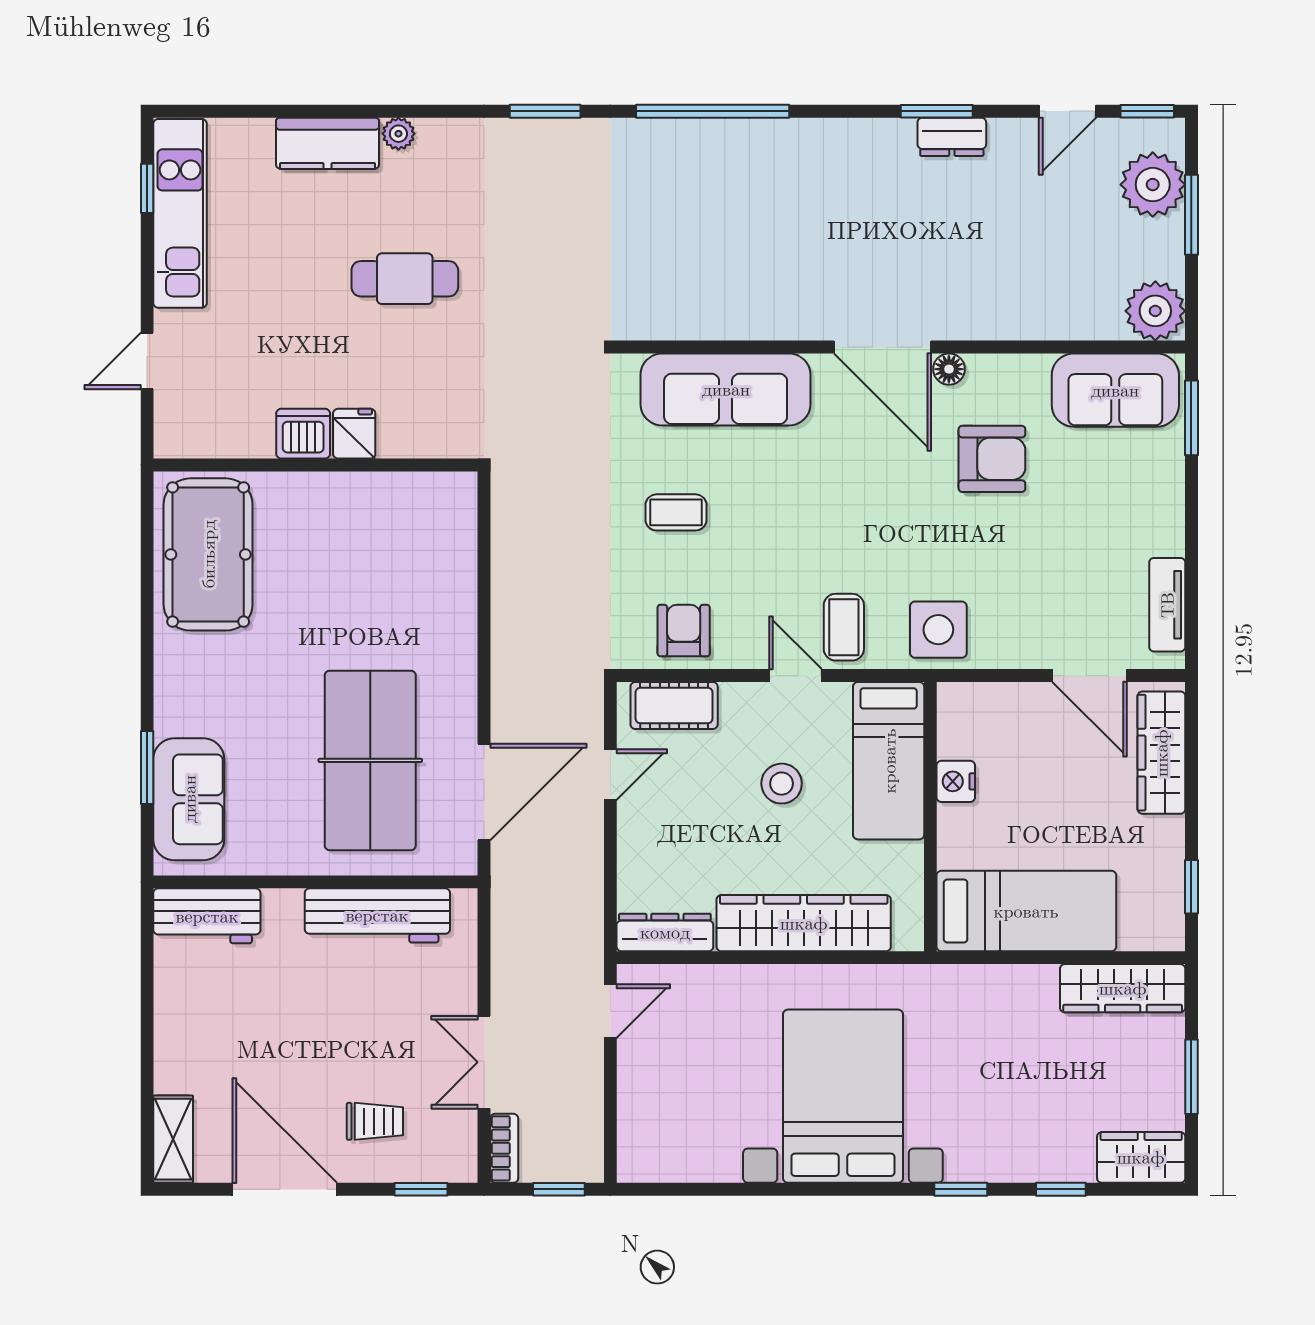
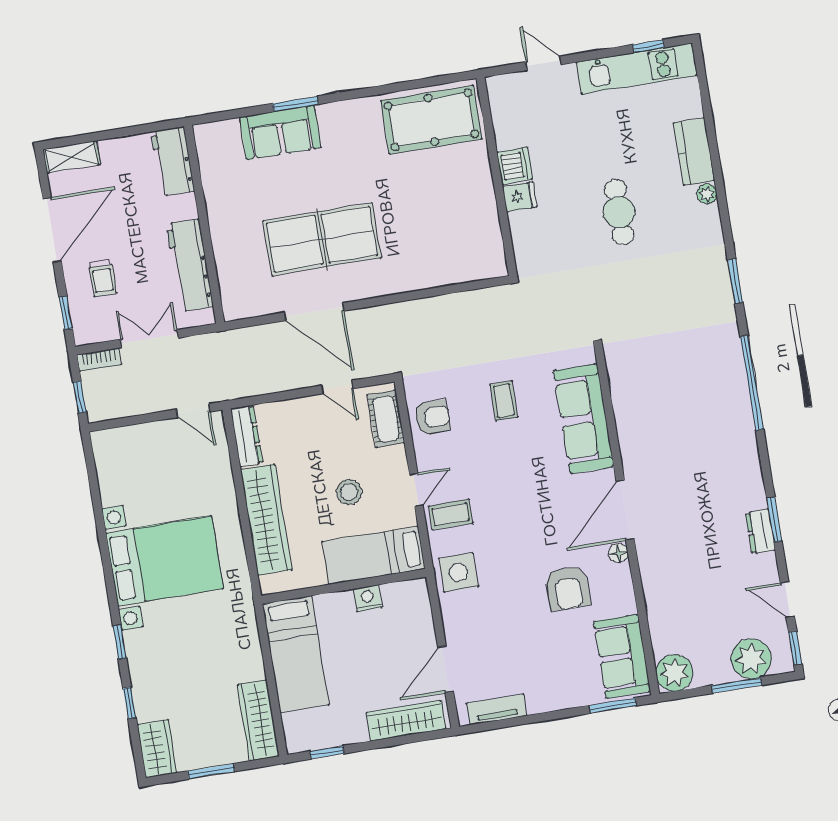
wall: (316, 882) -> (204, 224), moved
workbench: (377, 915) -> (190, 265), moved
workbench: (207, 916) -> (173, 161), moved

